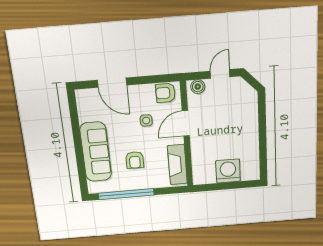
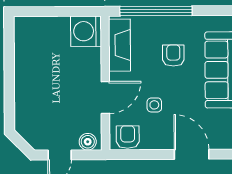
armchair: (165, 93) -> (128, 137), turned -90
washing machine: (228, 171) -> (86, 31), moved, turned 90
window: (126, 194) -> (156, 11), moved

